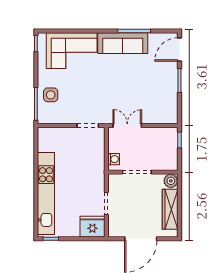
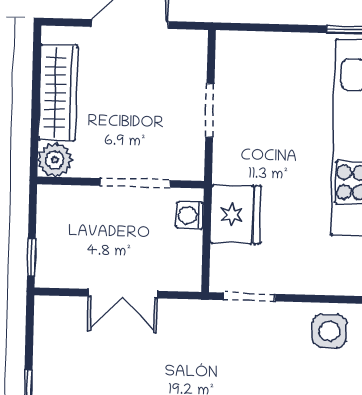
side table: (51, 95) -> (329, 331), moved
double door: (127, 126) -> (123, 294), moved
fridge: (92, 227) -> (236, 214), moved, turned -90

